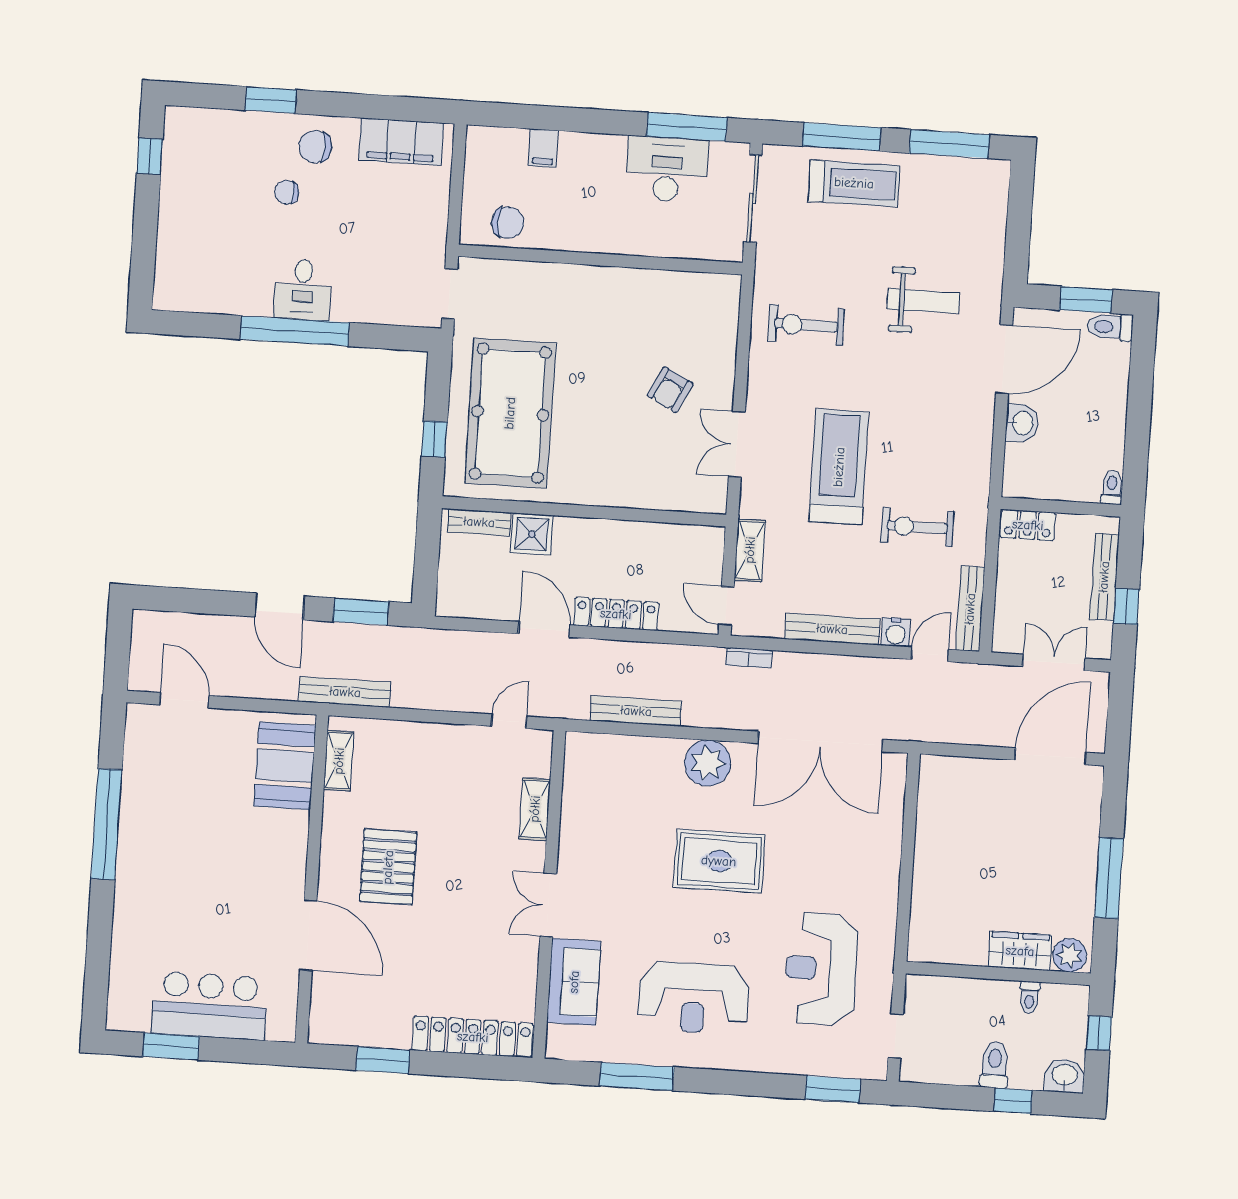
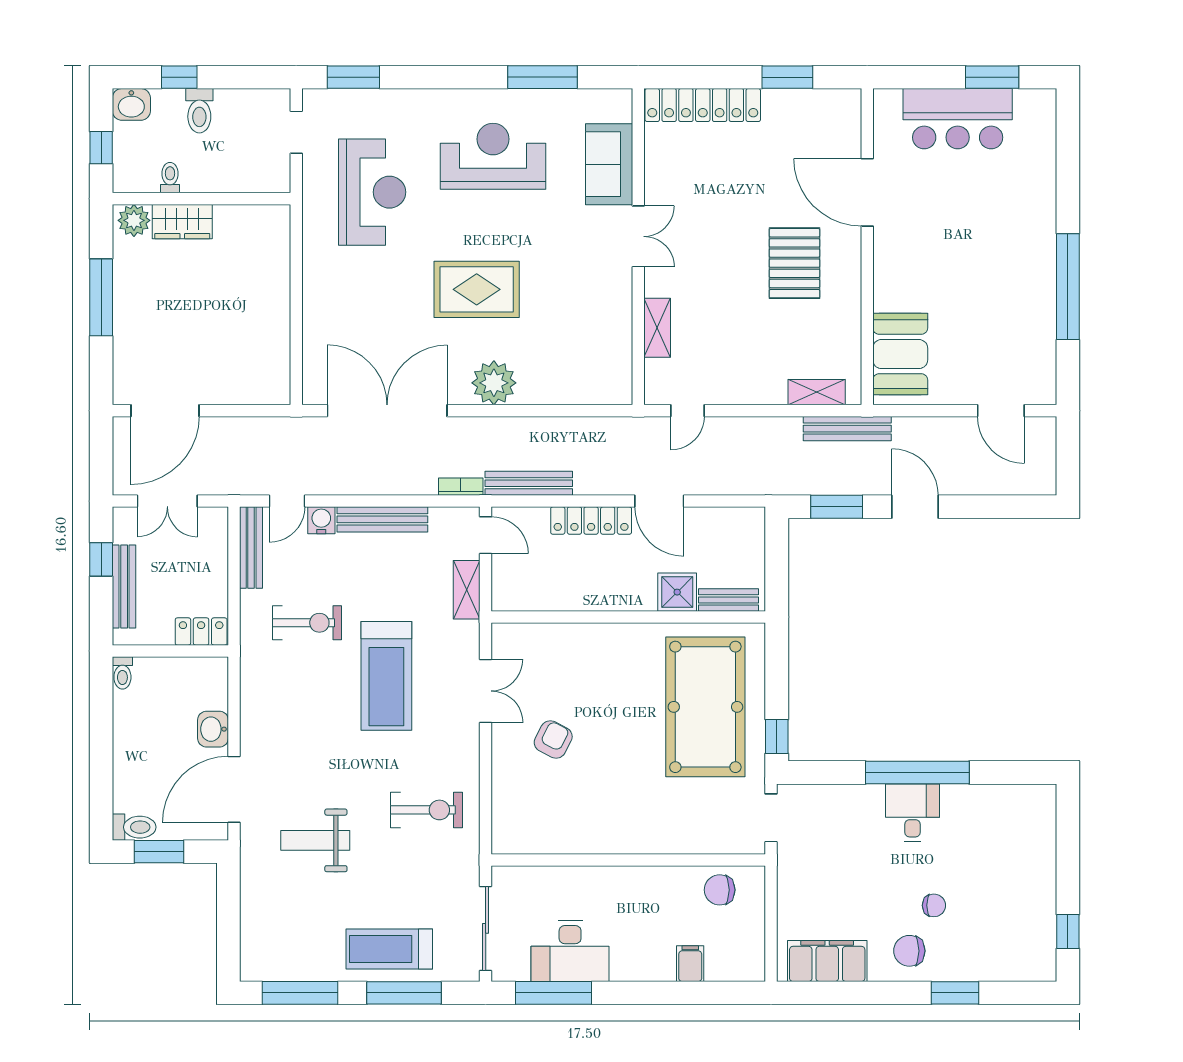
chair: (315, 147) -> (909, 951), turned 180
window: (434, 439) -> (777, 736), moved
bench: (636, 711) -> (529, 483), moved
shelving: (339, 761) -> (817, 392), moved, turned 90

